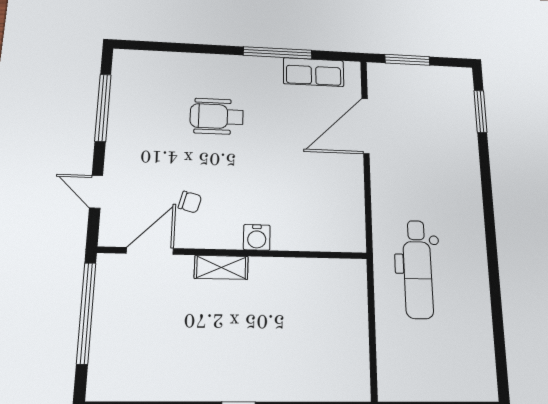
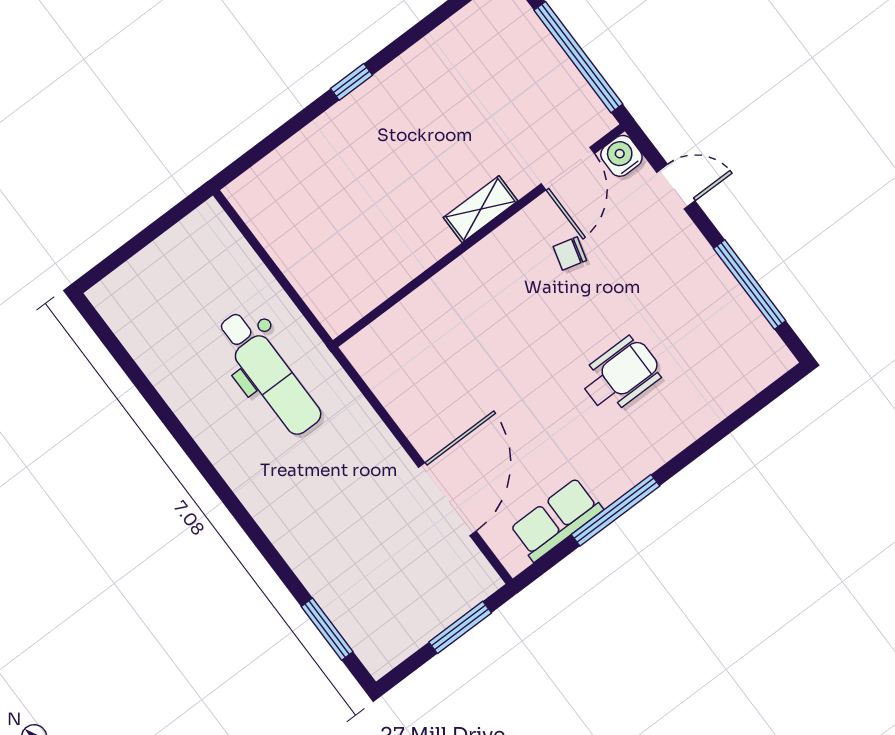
water cooler: (257, 237) -> (621, 156), moved
dental chair: (418, 269) -> (269, 373), turned 180

